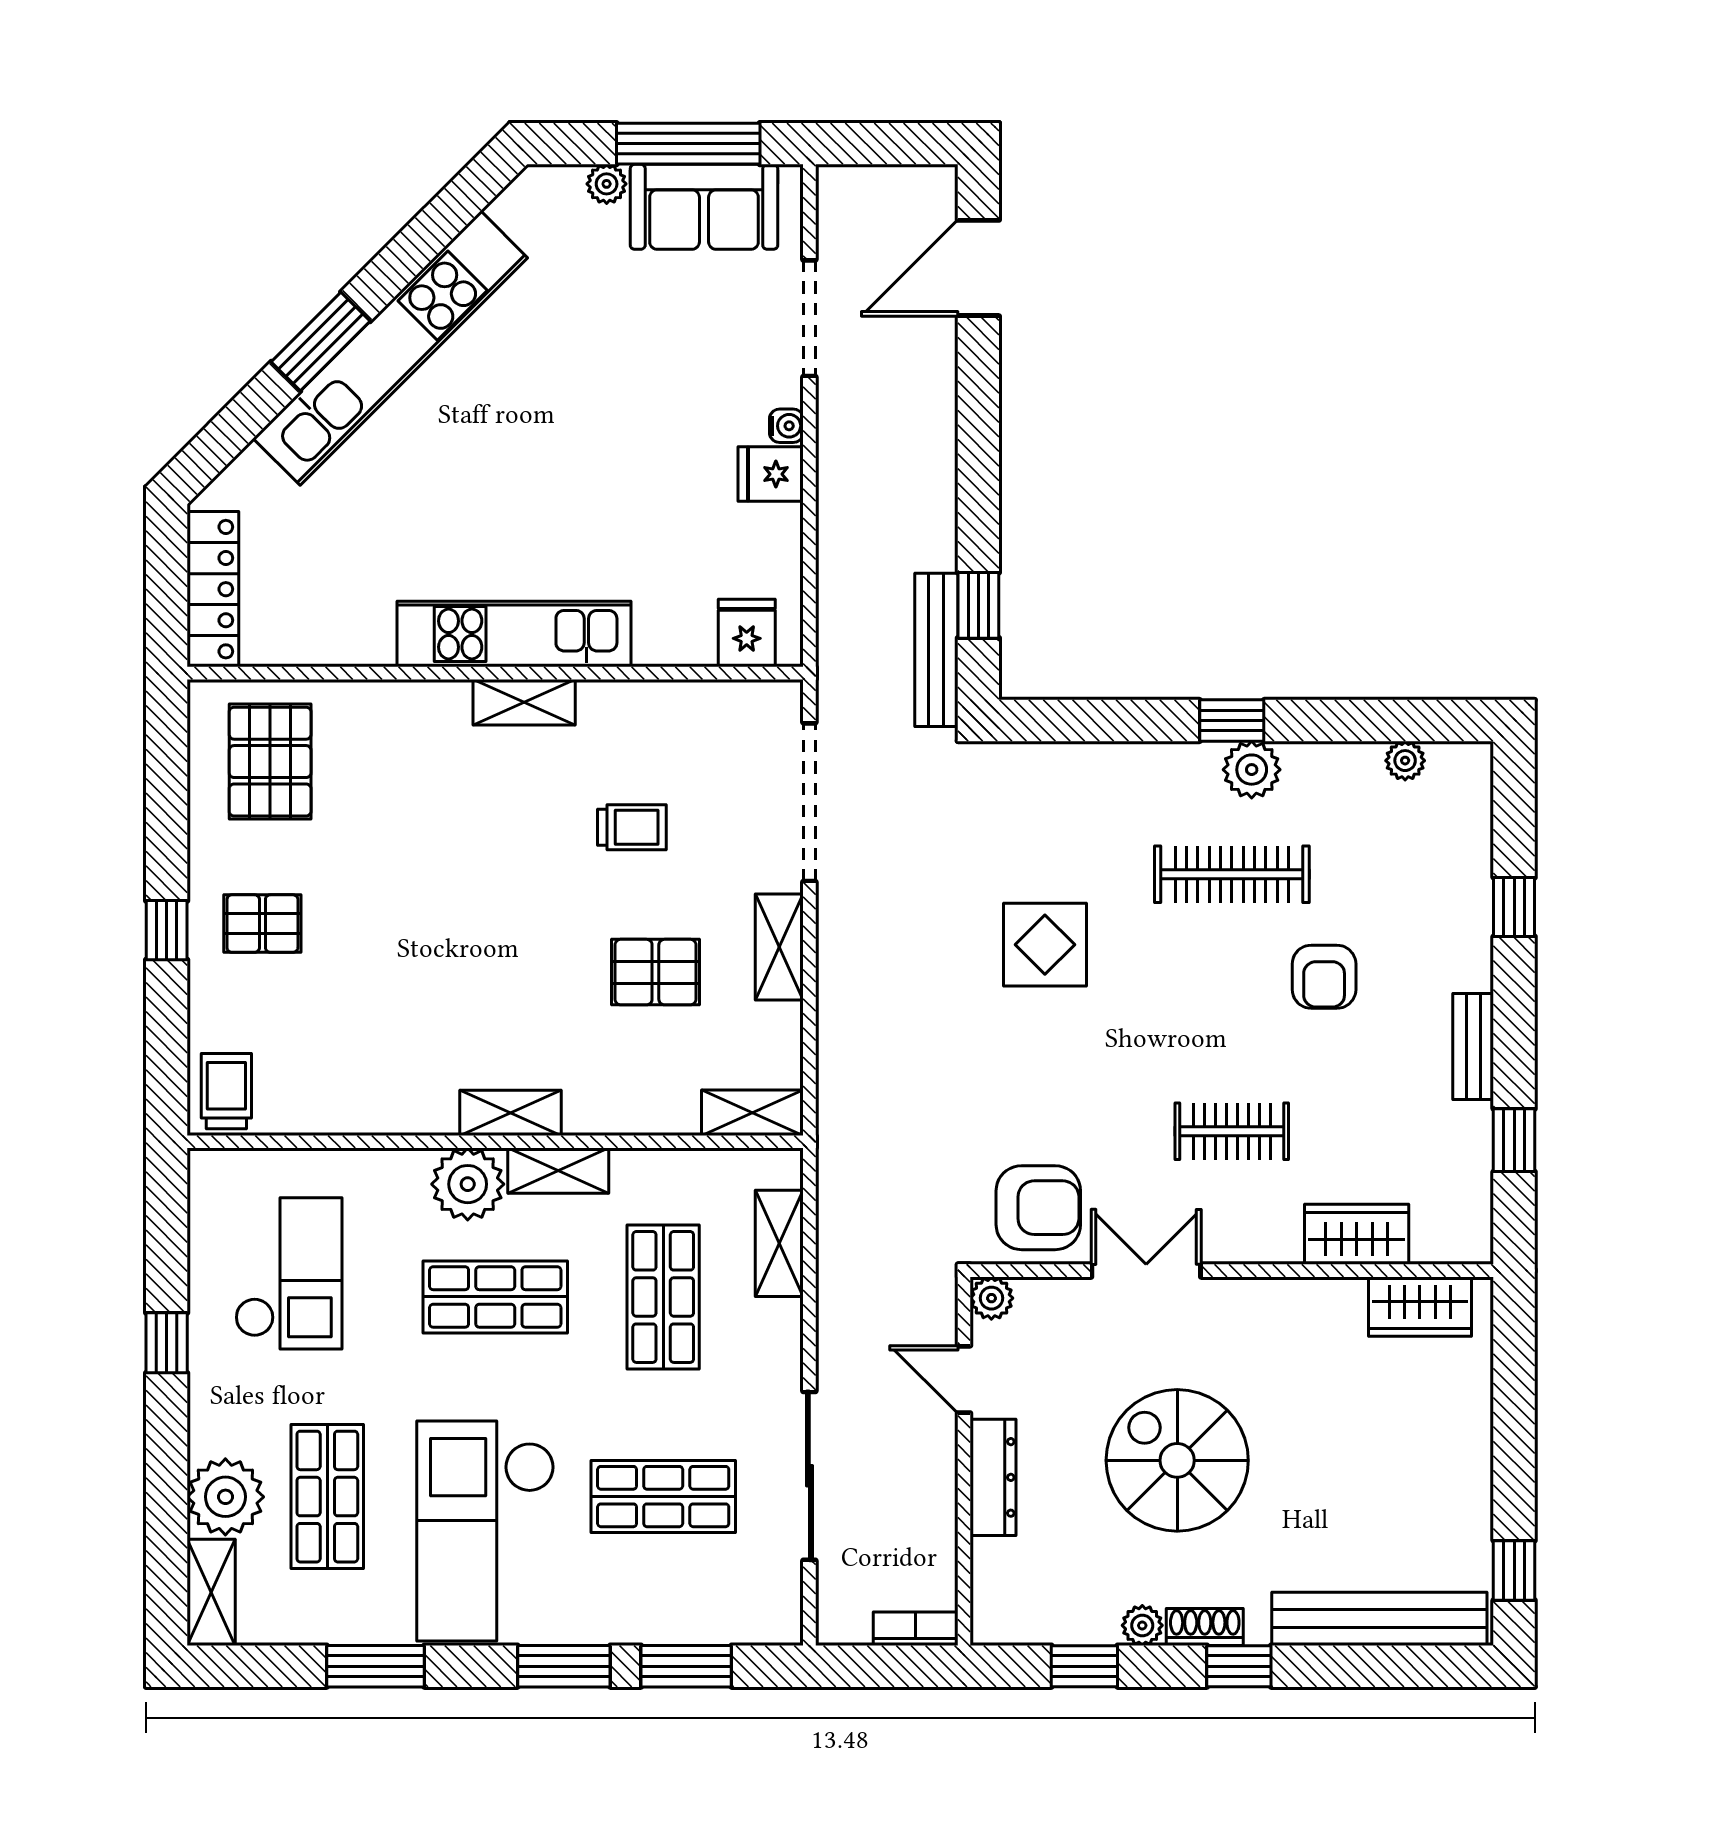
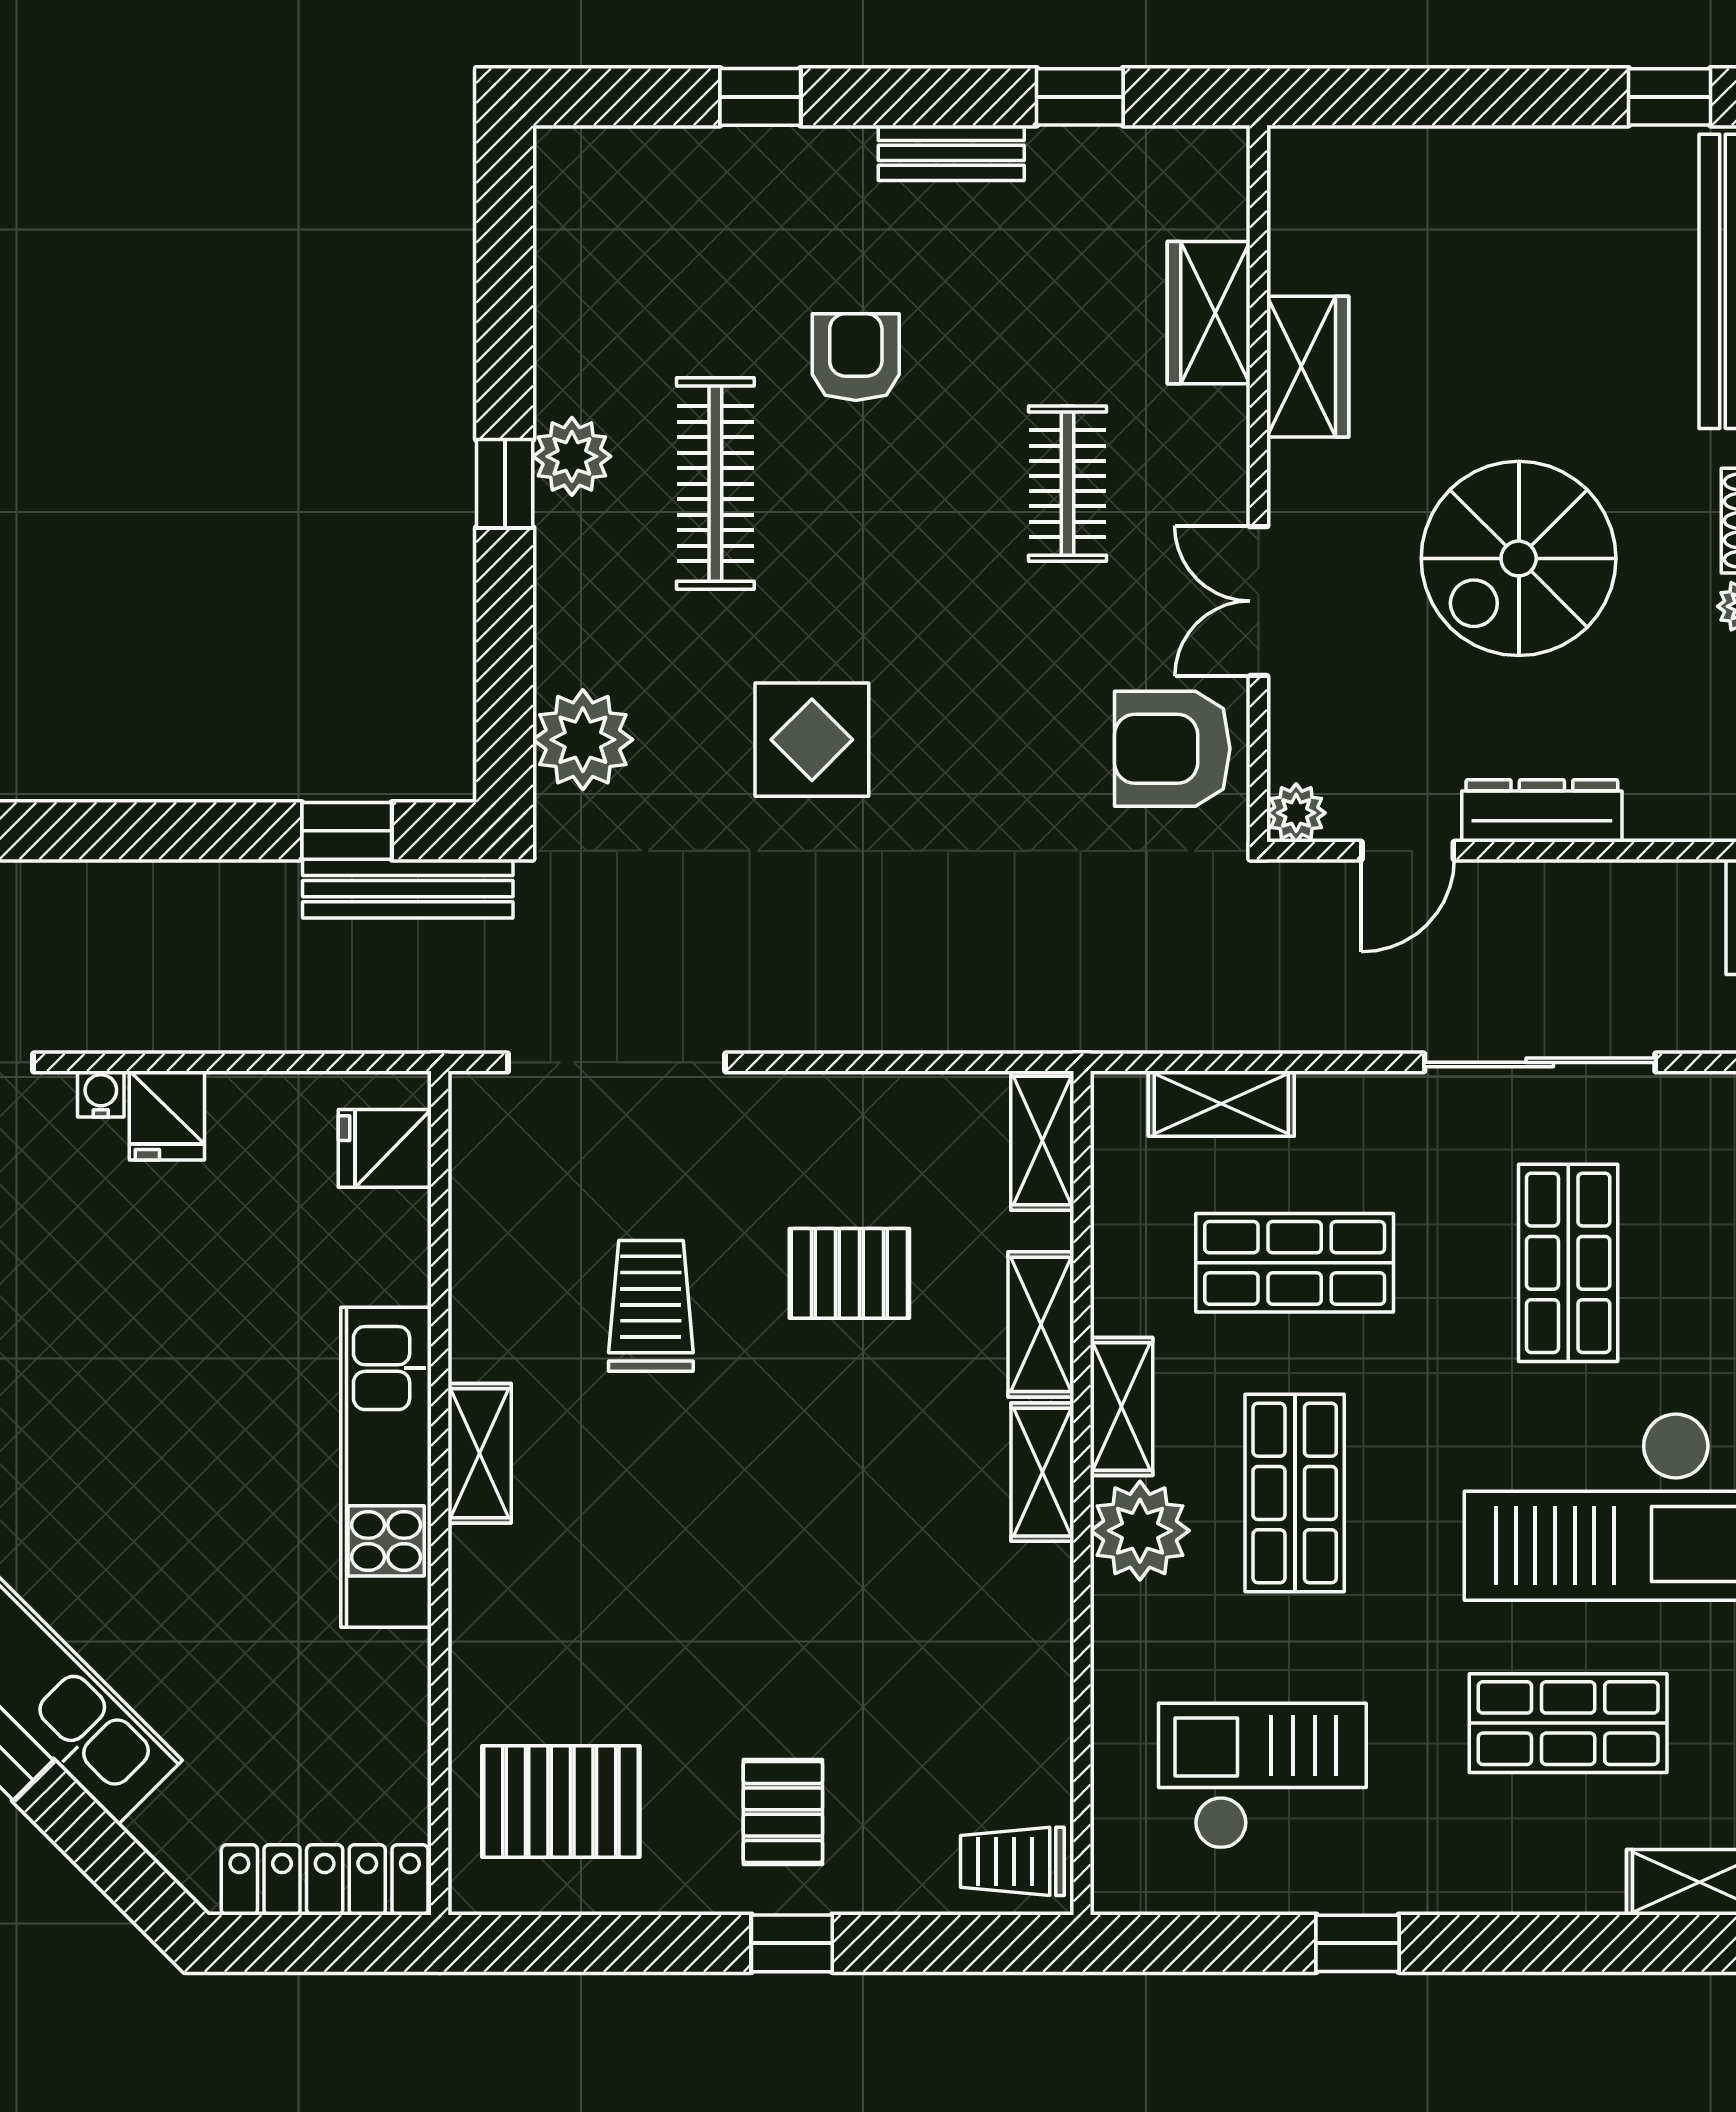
plant: (1405, 761) -> (583, 740), moved, width x1.88, depth x1.88
trolley: (632, 827) -> (651, 1306), width x1.36, depth x1.39
shelving: (779, 947) -> (1041, 1324), moved, turned 90
pallet: (655, 972) -> (849, 1273), turned 90
armchair: (1324, 977) -> (856, 357), turned -90
armchair: (1038, 1208) -> (1172, 749), turned -90
wardrobe: (1420, 1307) -> (1308, 367), moved
plant: (225, 1497) -> (1569, 1863), removed

